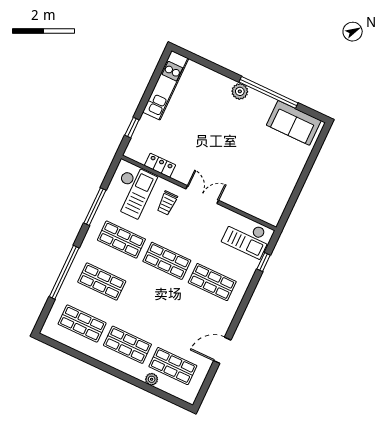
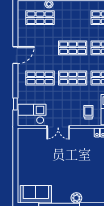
double door: (202, 195) -> (58, 127), moved
shop shelf: (127, 345) -> (73, 48), moved
door: (222, 350) -> (15, 55), moved

